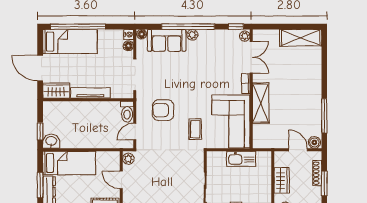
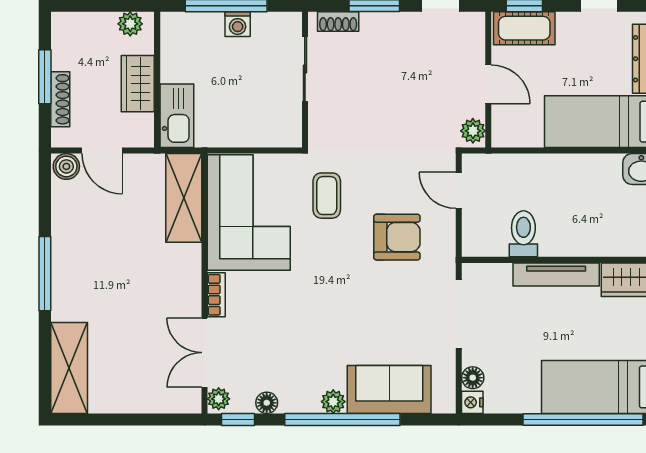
floor lamp: (142, 34) -> (267, 403), moved
shelving: (301, 38) -> (69, 368), moved, turned 90
shelving: (261, 103) -> (184, 198), moved
toilet: (127, 112) -> (523, 234), moved
window: (324, 116) -> (45, 274), moved
door: (135, 132) -> (459, 190), swing flipped
kitchen sink: (241, 159) -> (177, 116), moved, turned 90

